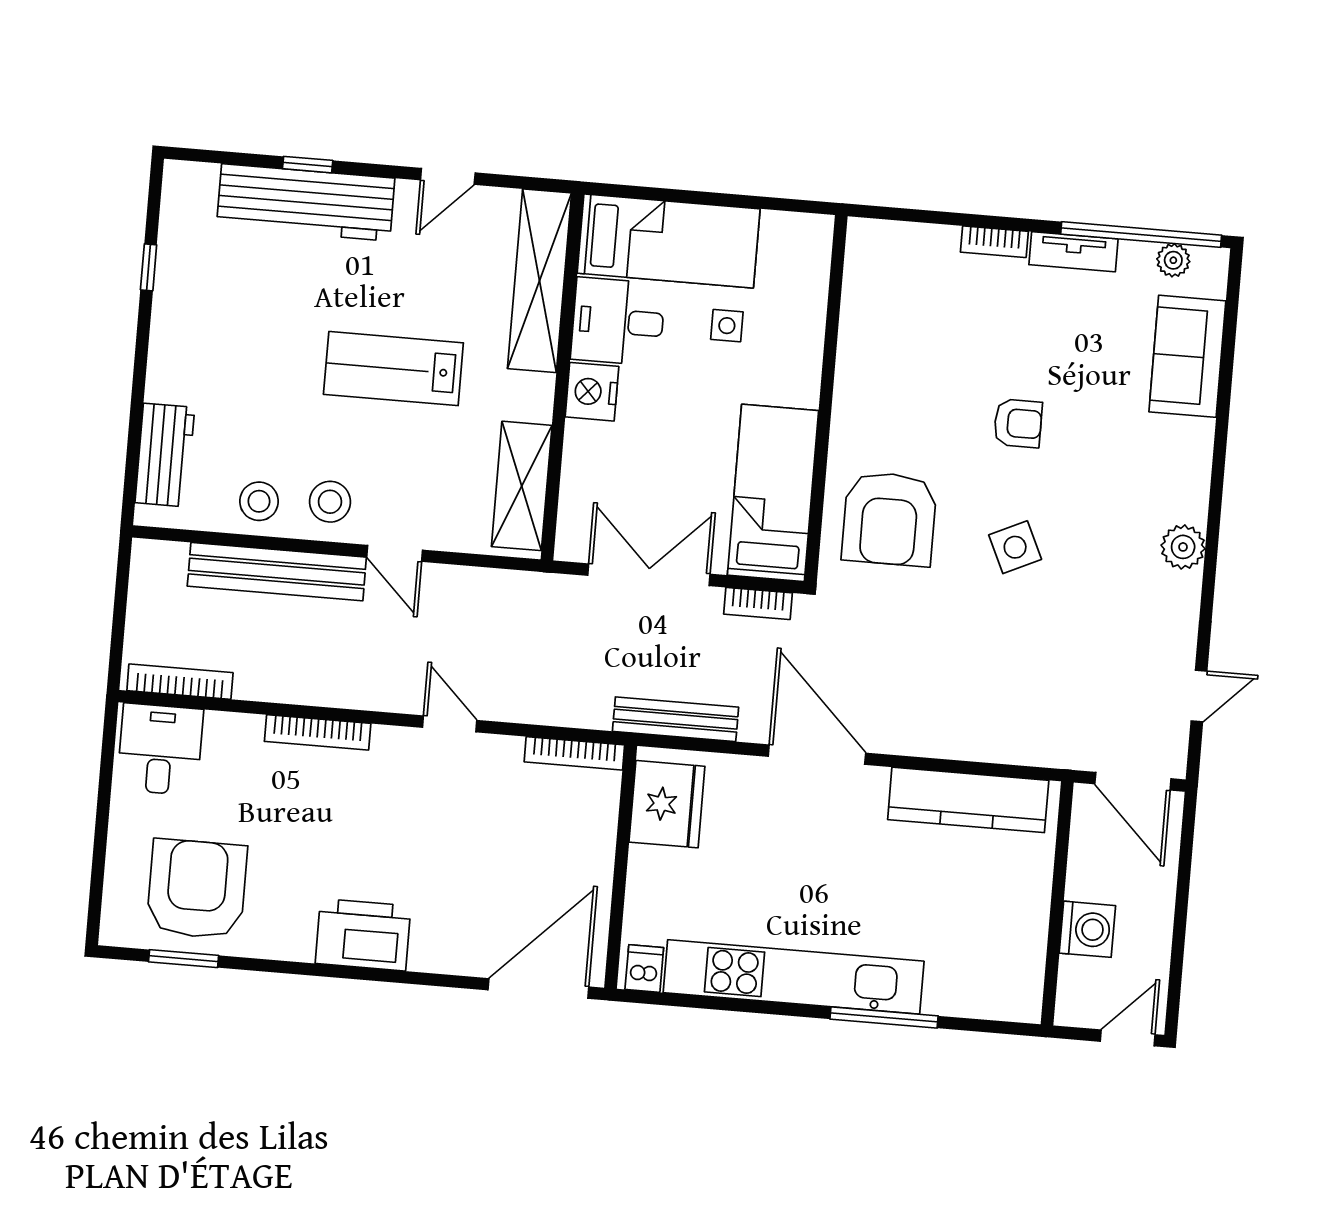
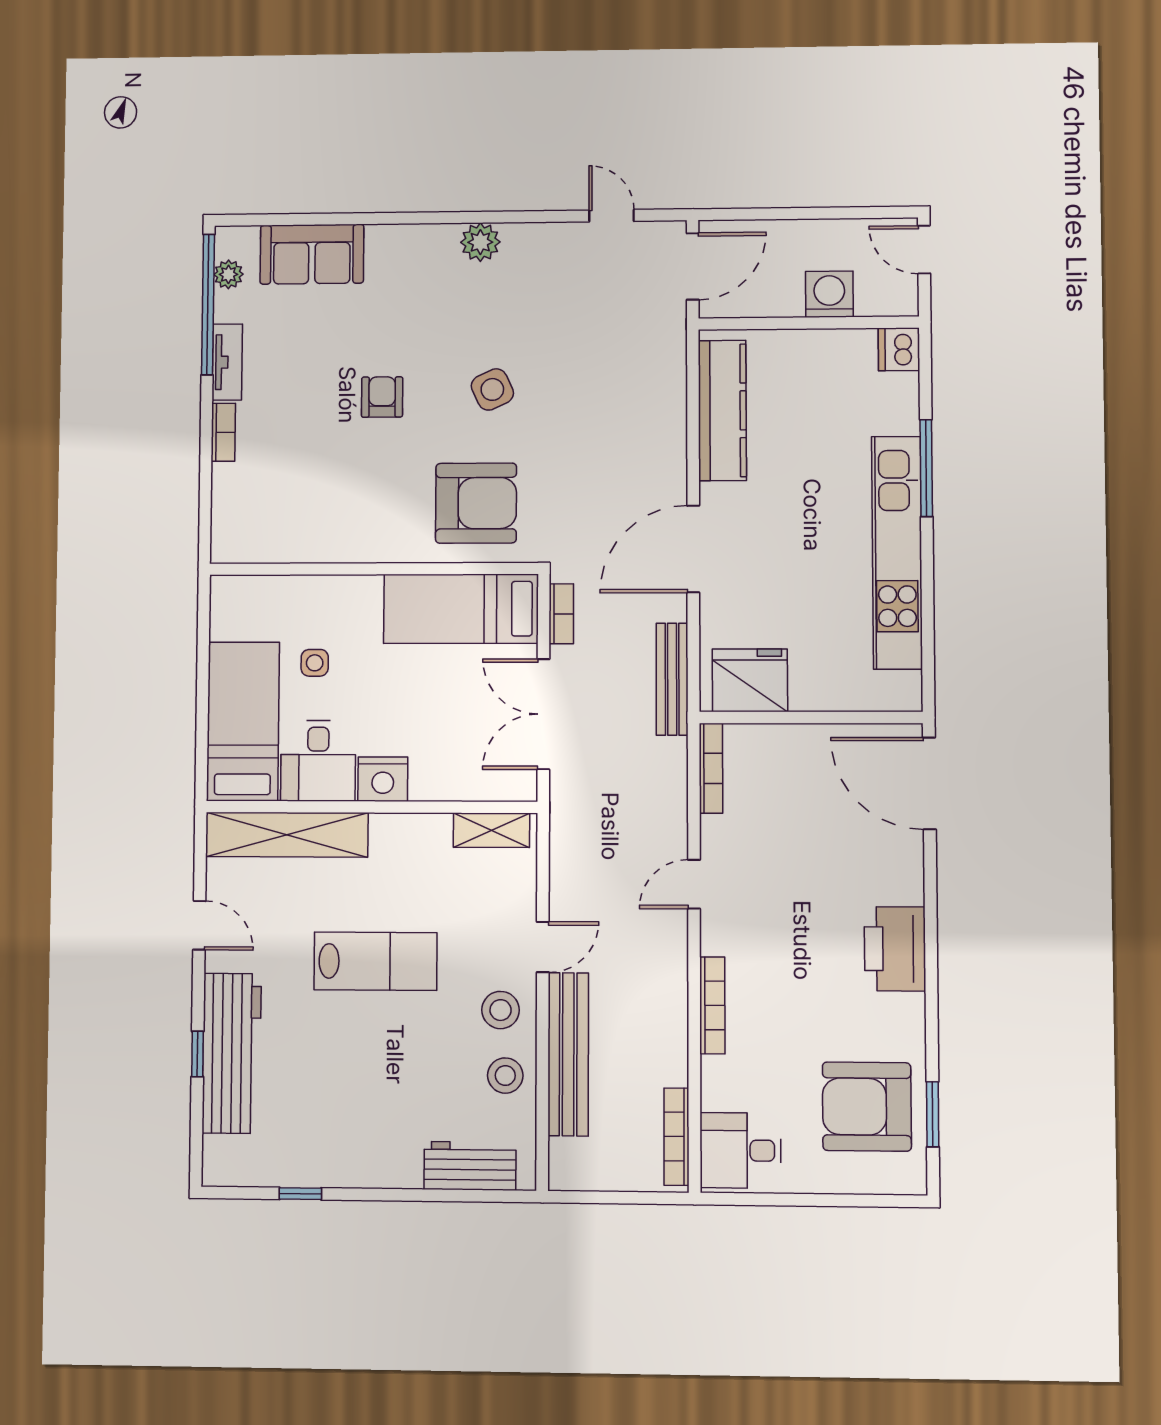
lab bench: (393, 369) -> (375, 961), turned -90
shelving: (522, 486) -> (492, 830), width x0.67, depth x0.75
dishwasher: (644, 969) -> (899, 349), moved, width x1.38

